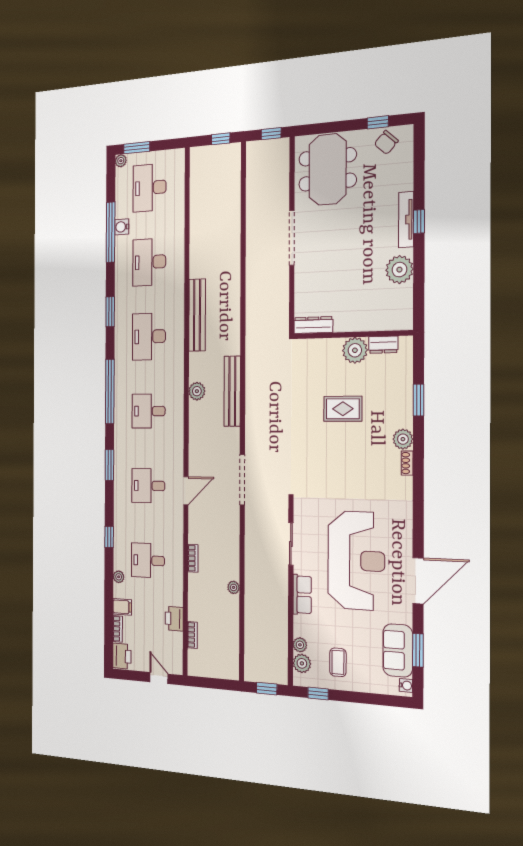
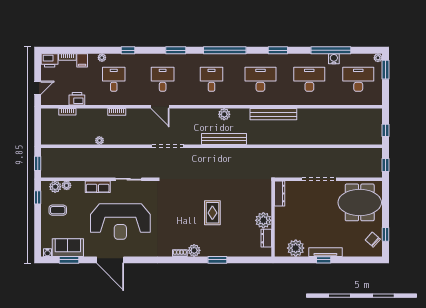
dresser: (313, 325) -> (280, 193), moved
wall: (352, 335) -> (273, 219), moved
dresser: (383, 345) -> (266, 238), moved
plant: (355, 350) -> (263, 220), moved

